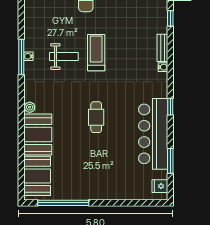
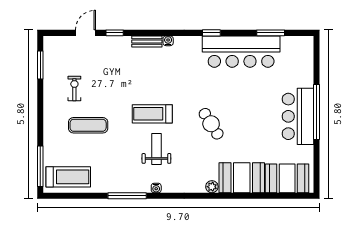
window: (21, 57) -> (127, 196), moved
cafe table: (96, 117) -> (211, 124), moved, turned 58
bar counter: (94, 186) -> (298, 116), added
fridge: (160, 186) -> (298, 44), removed
window: (63, 203) -> (317, 112), moved

